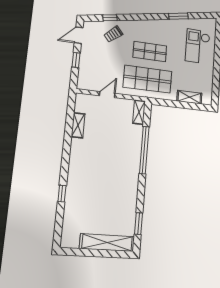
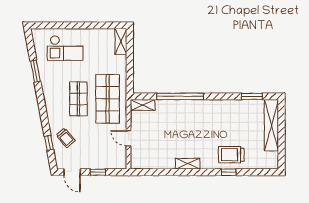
shelving: (189, 97) -> (121, 41), moved
shelving: (78, 125) -> (188, 164), moved
trolley: (80, 198) -> (231, 155), added

